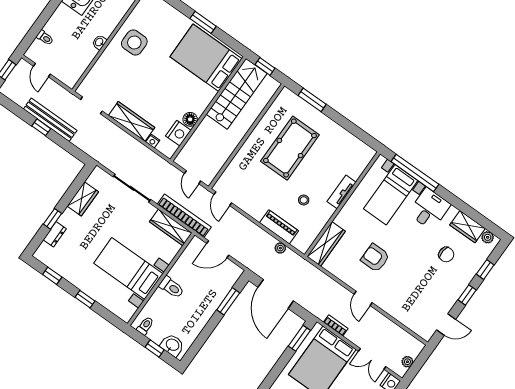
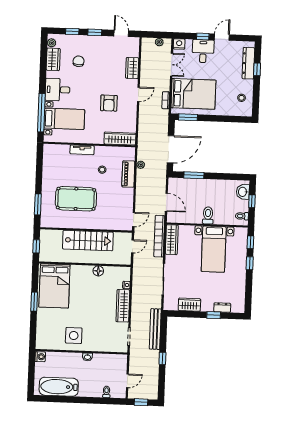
stairs: (237, 94) -> (88, 241), moved, turned 180
bench: (50, 120) -> (155, 329), moved
nightstand: (178, 133) -> (111, 273), removed
window: (52, 276) -> (250, 242), moved
wardrobe: (398, 311) -> (132, 68), added

